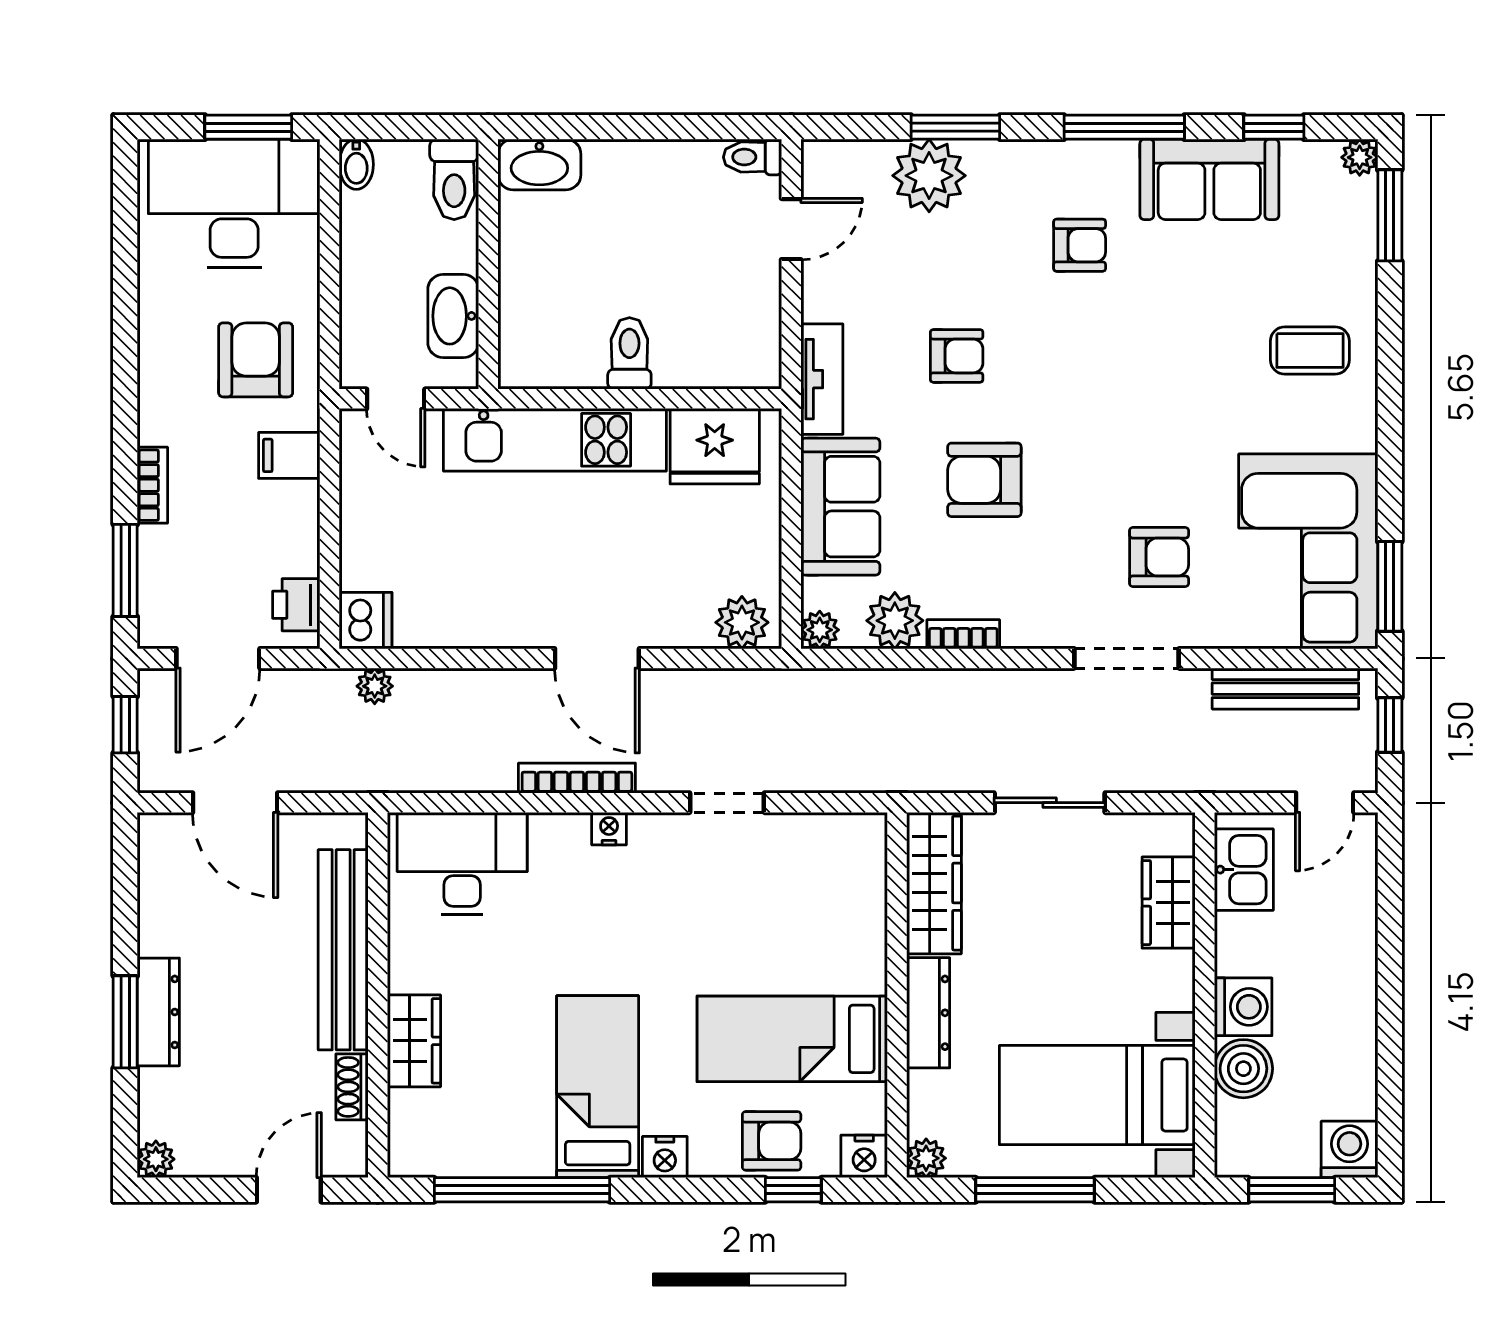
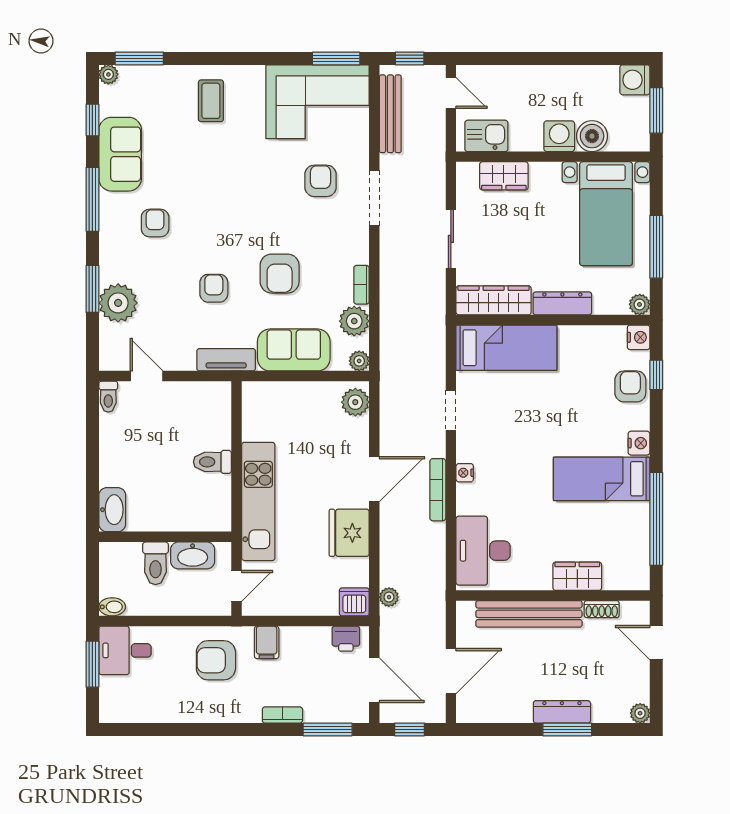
toilet: (454, 179) -> (156, 563), moved, turned 90
desk: (234, 203) -> (125, 650), width x0.53, depth x0.77
fridge: (715, 446) -> (349, 533), moved, turned 180
bed: (792, 1039) -> (506, 348), moved, turned -90

